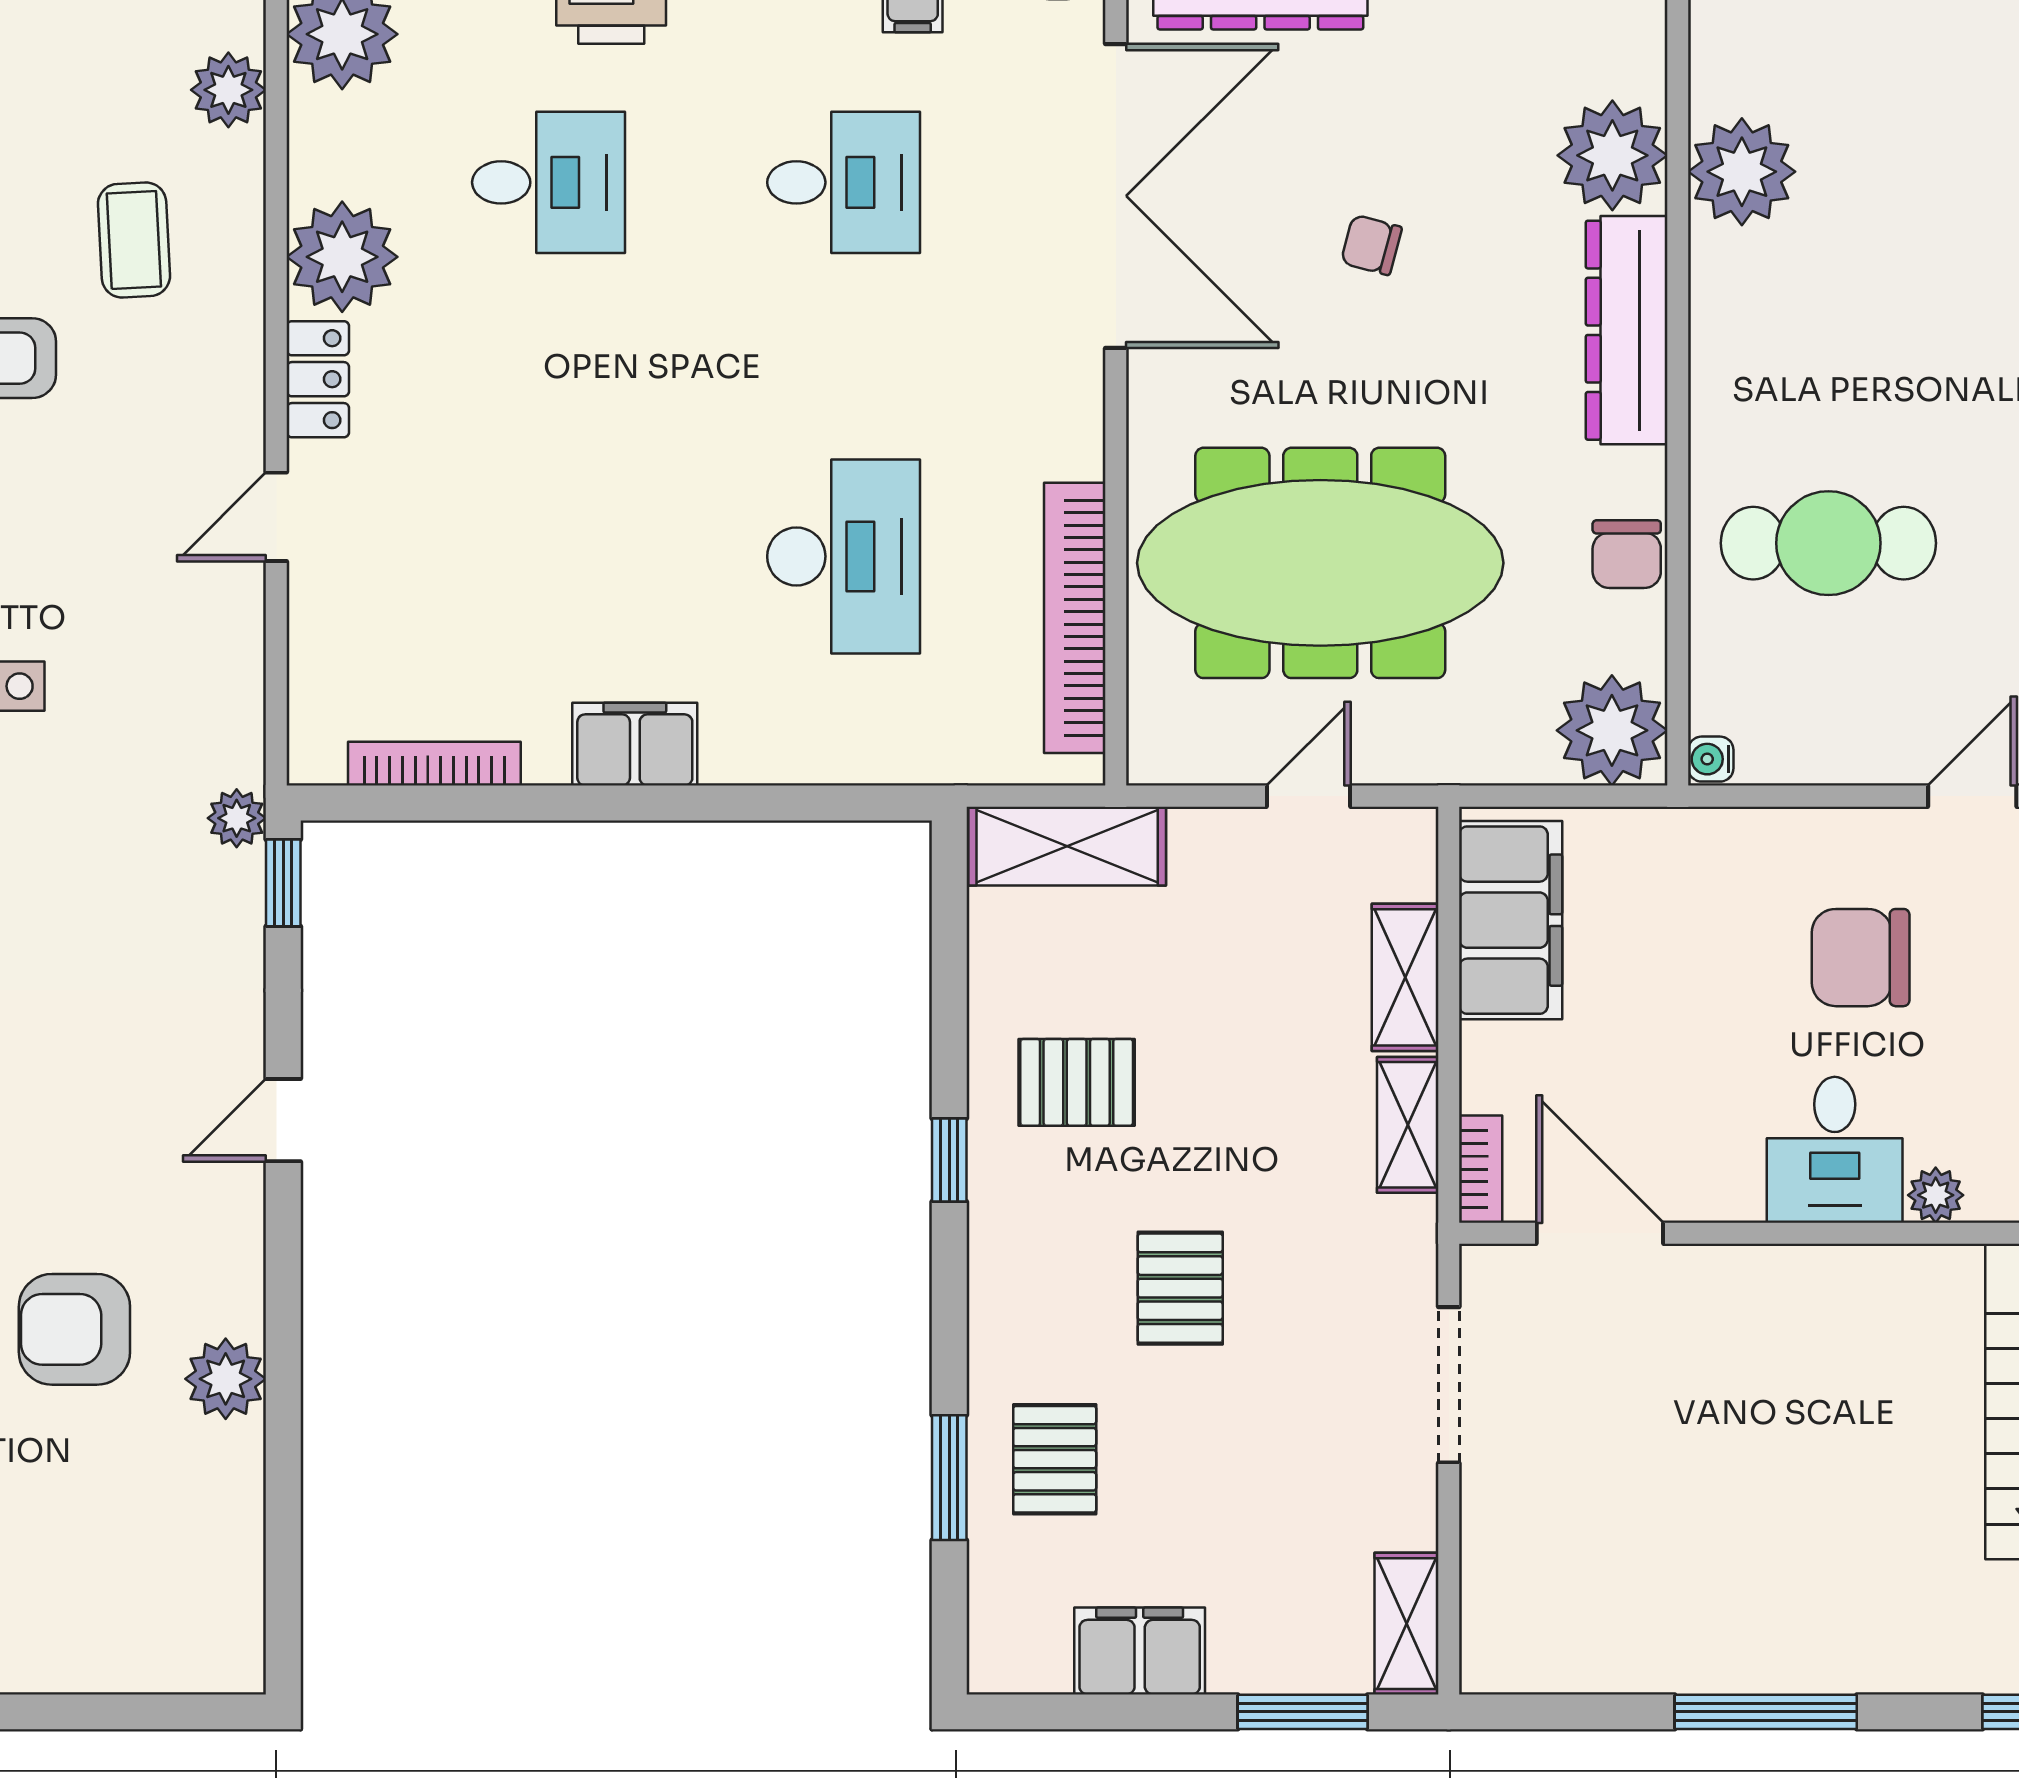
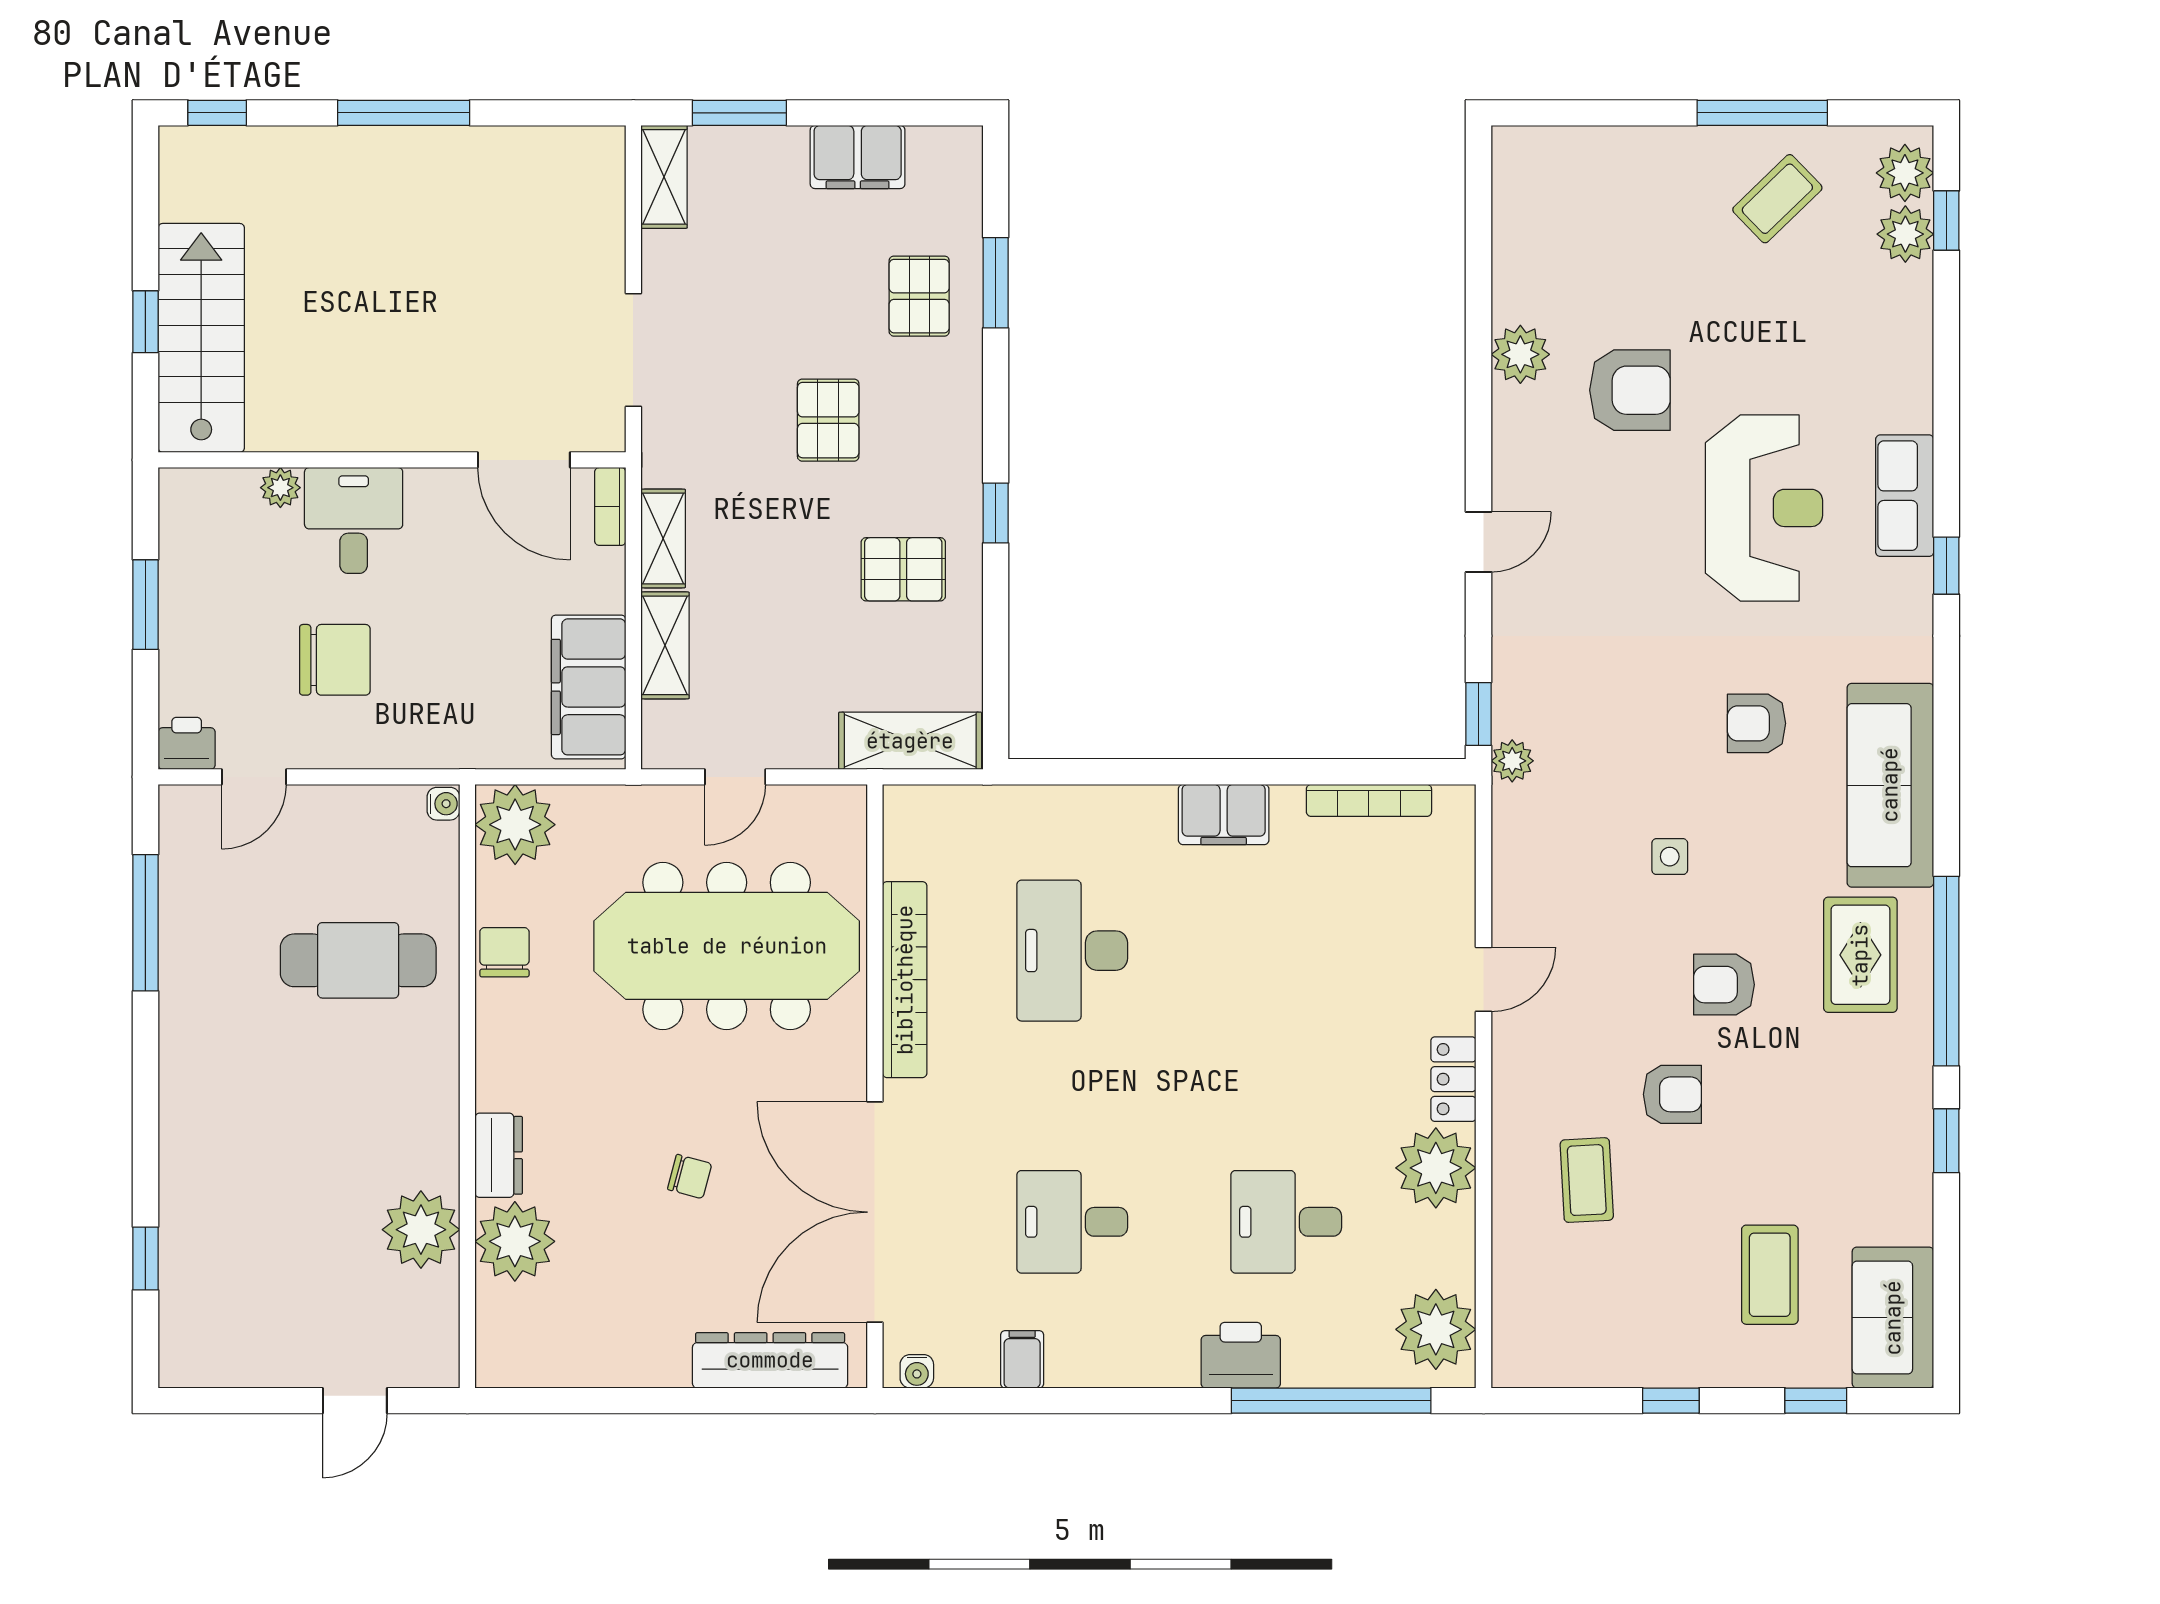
plant: (228, 90) -> (1518, 1289), removed
dresser: (1627, 330) -> (499, 1155), width x0.51, depth x0.80
bookcase: (1075, 618) -> (905, 980), moved

